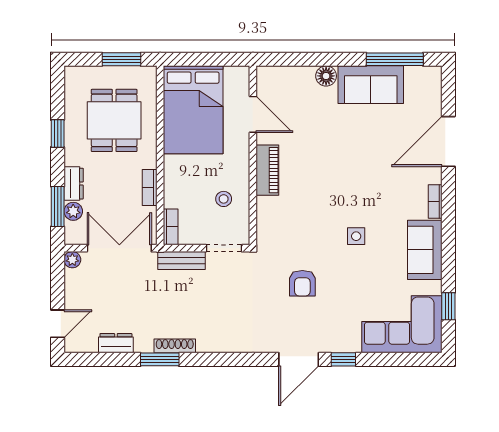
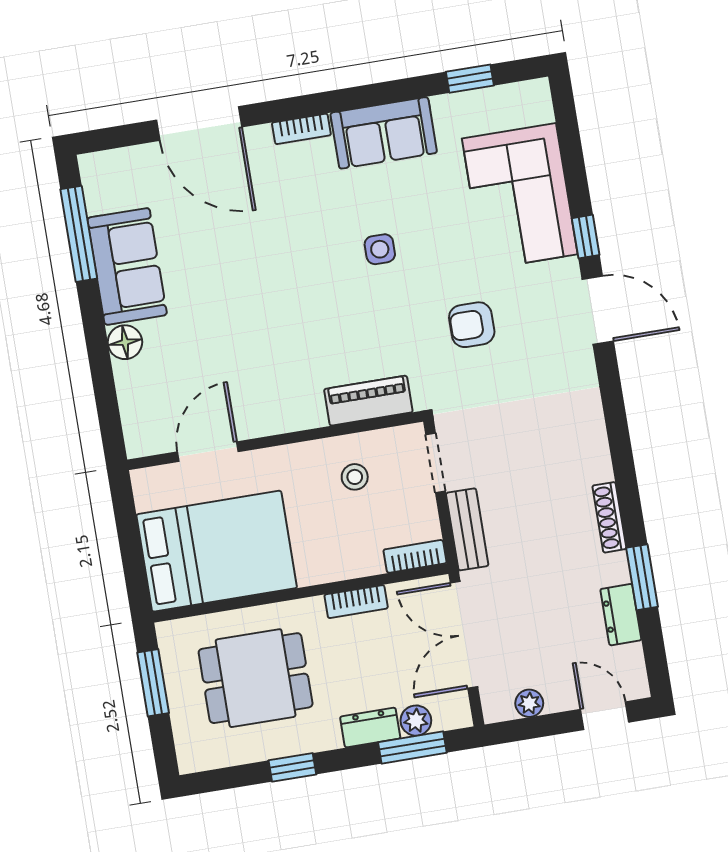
piano: (267, 170) -> (368, 401), moved
plant: (72, 260) -> (529, 703), moved
armchair: (302, 283) -> (472, 325), turned 180
corner sofa: (402, 324) -> (520, 196), moved
window: (160, 359) -> (642, 577), moved

